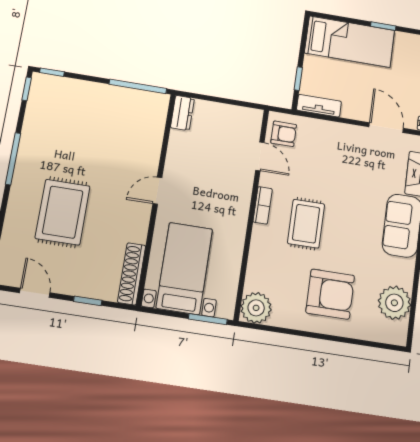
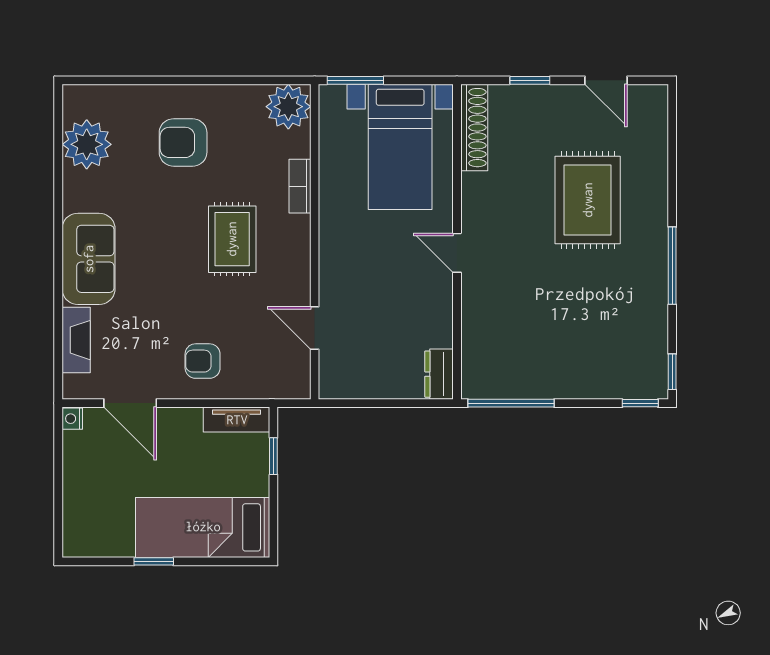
armchair: (284, 134) -> (203, 361), moved
door: (157, 191) -> (457, 253), swing flipped
bookcase: (263, 205) -> (300, 186), moved
armchair: (330, 294) -> (183, 142), width x0.73, depth x0.73

